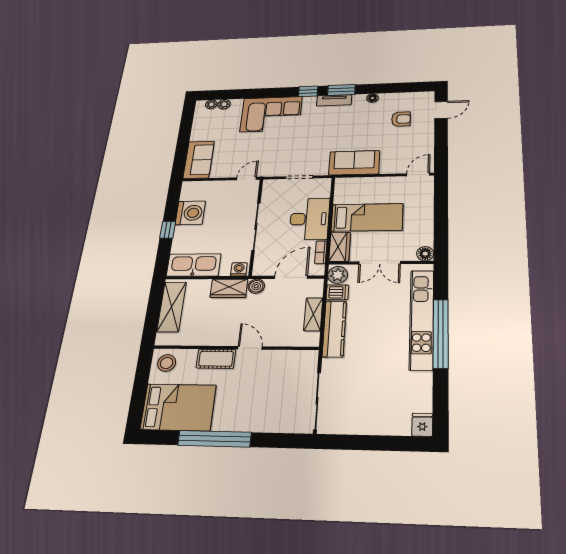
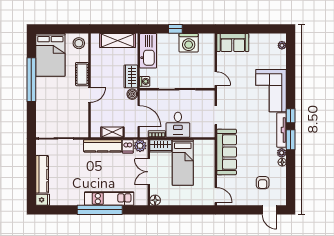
tv unit: (334, 100) -> (281, 130), width x1.41
plant: (224, 104) -> (282, 153), moved
sofa: (354, 163) -> (227, 152), width x1.36
desk: (309, 219) -> (178, 125), width x0.73
kitchen unit: (422, 319) -> (109, 199), width x0.73
kitchen counter: (377, 425) -> (42, 174), added

